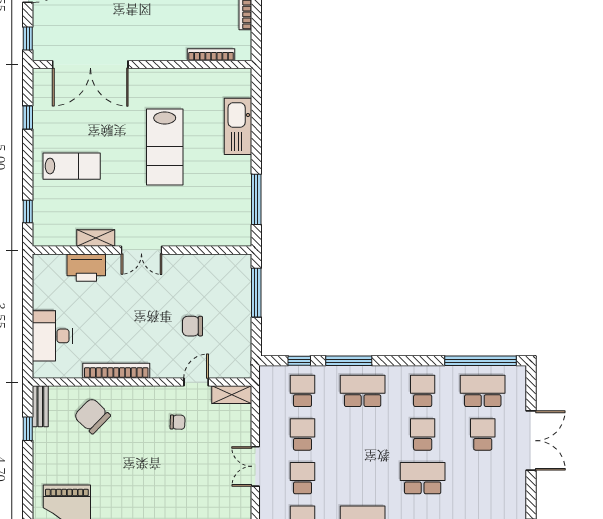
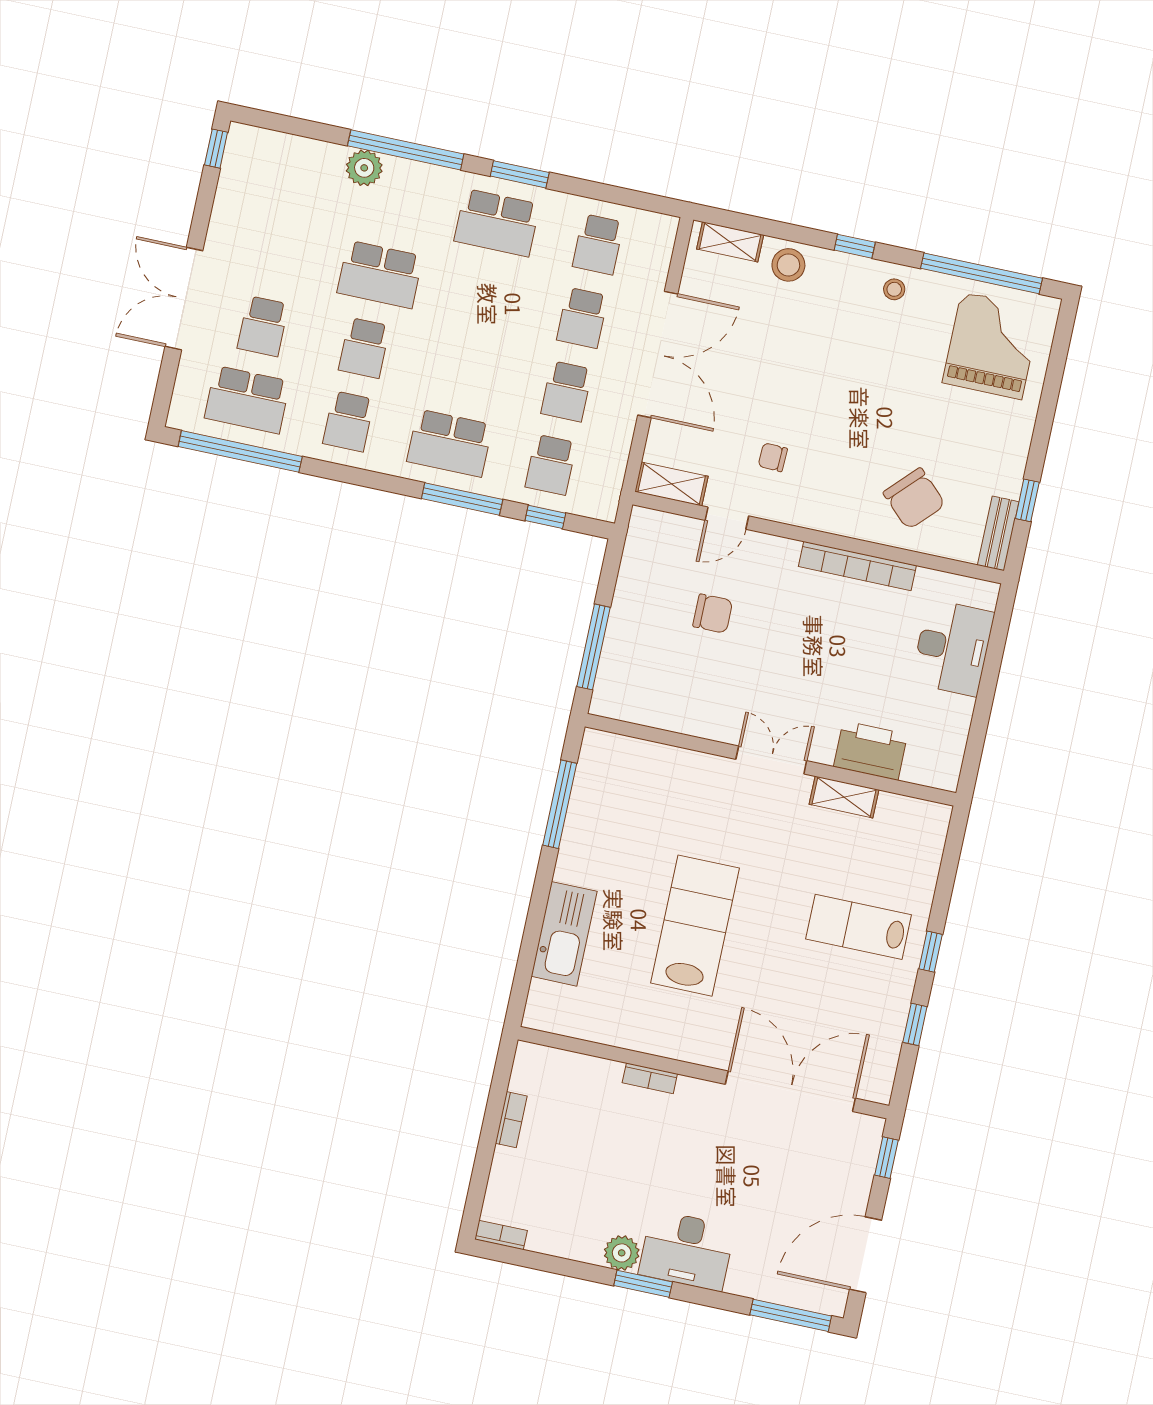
bookcase: (211, 55) -> (650, 1078), moved, width x0.64
window: (28, 212) -> (931, 952), moved
double door: (255, 466) -> (658, 355), width x1.87

